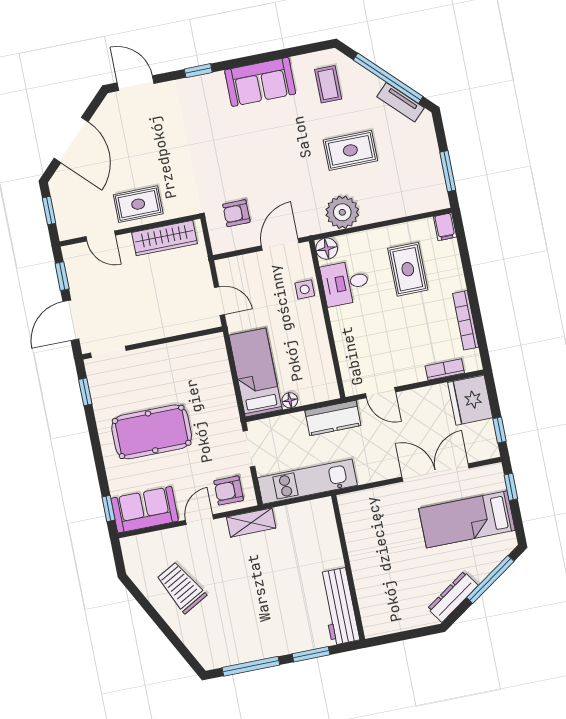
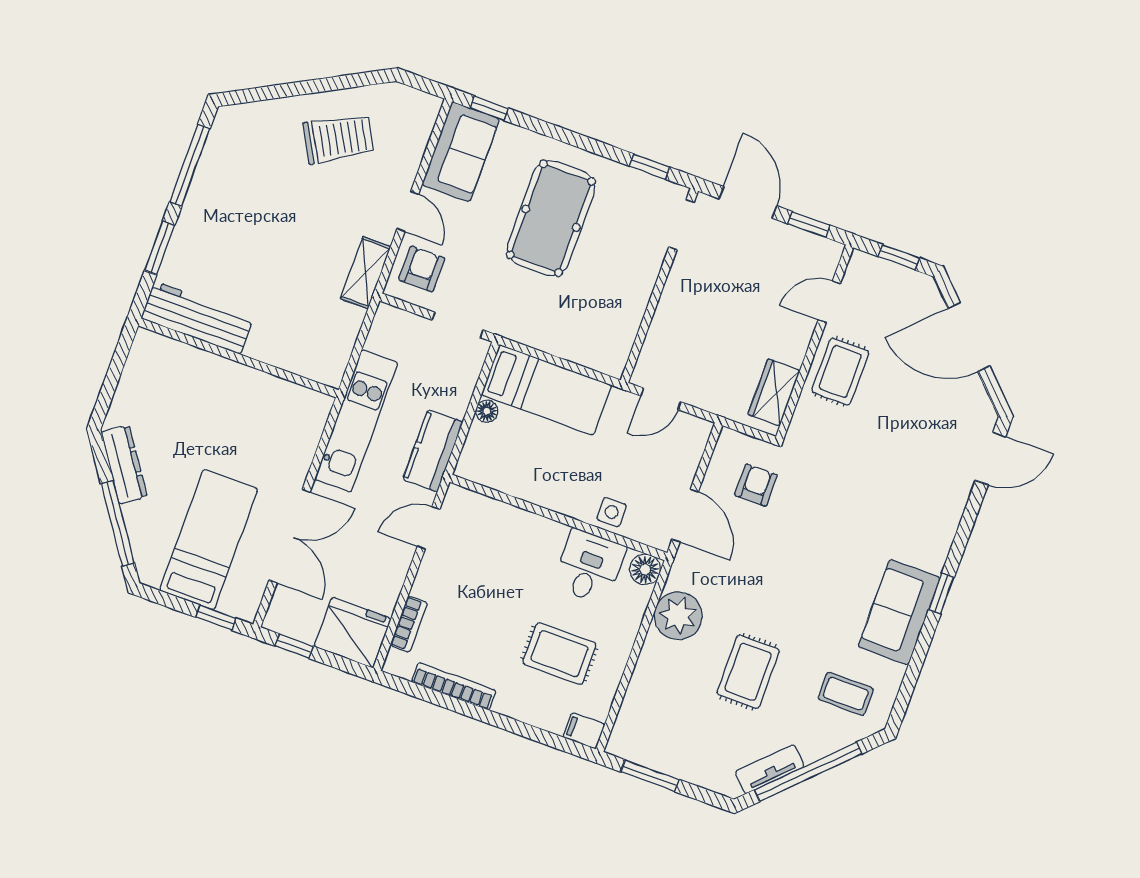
window: (198, 71) -> (941, 594), moved
wardrobe: (165, 238) -> (774, 392), width x0.67
kitchen unit: (307, 482) -> (356, 421), moved

